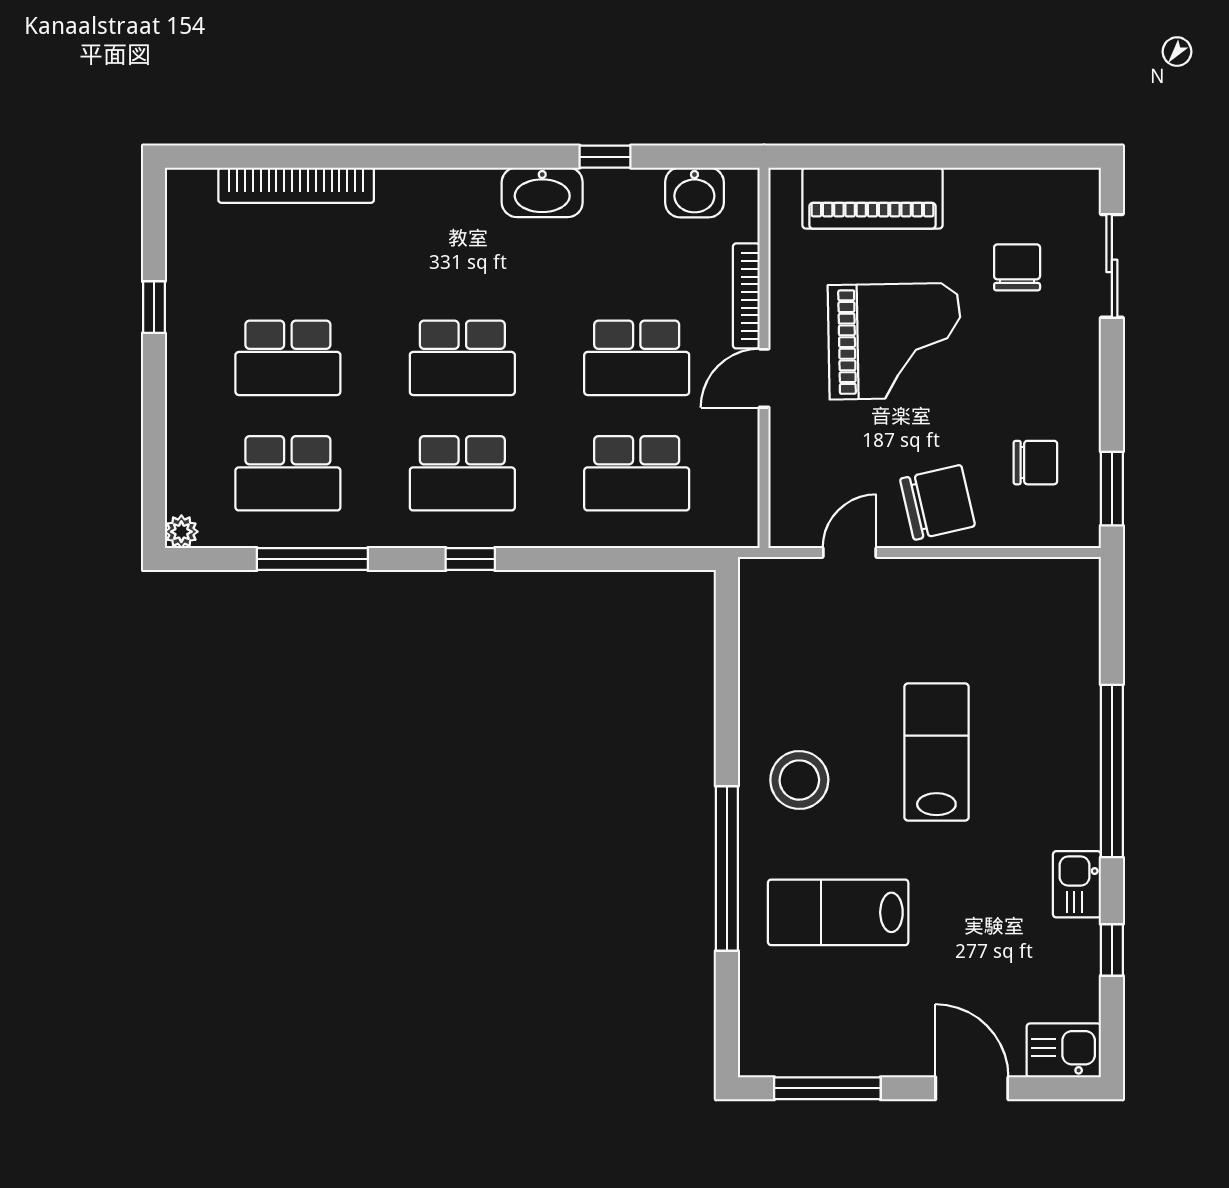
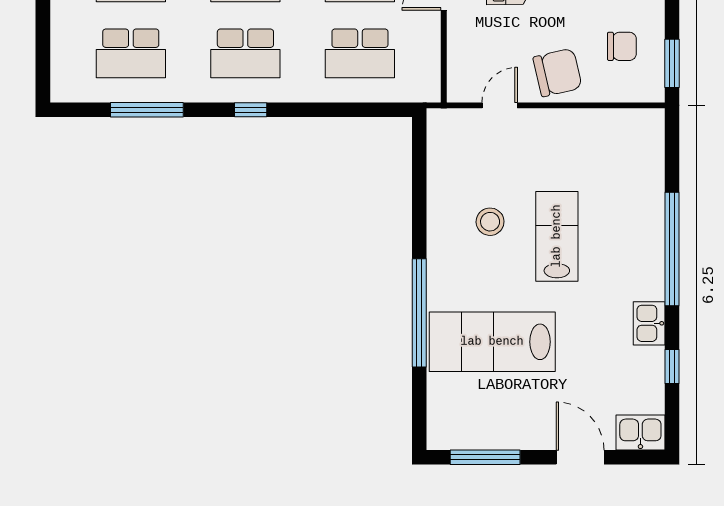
plant: (181, 532) -> (61, 92), removed
stool: (799, 780) -> (490, 222), moved, width x0.73, depth x0.73
lab bench: (838, 912) -> (492, 342), width x1.36, depth x1.39

